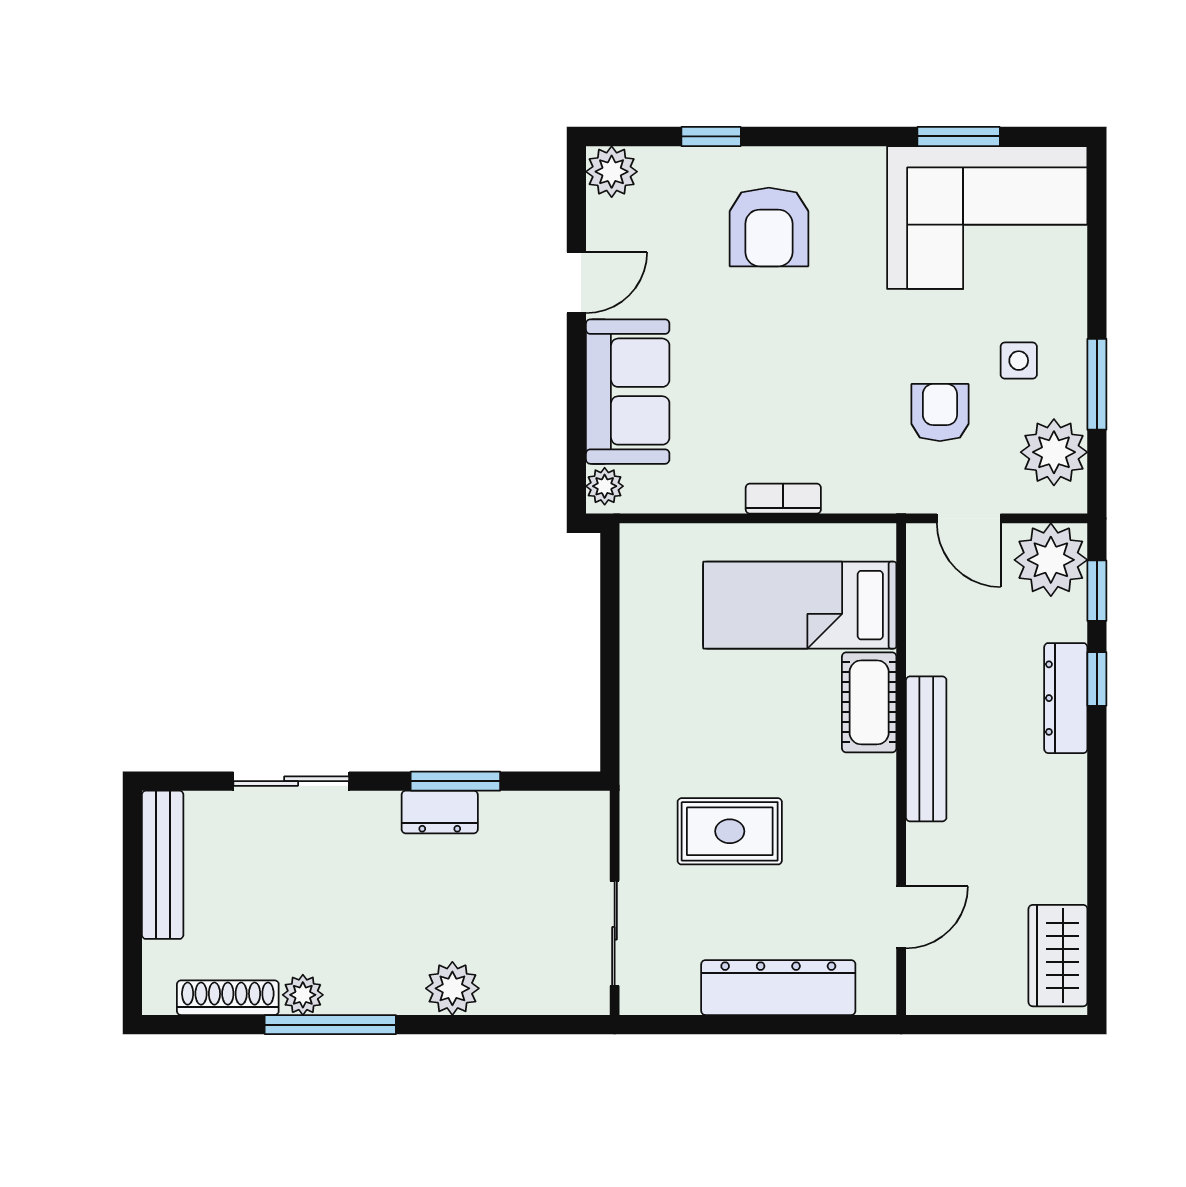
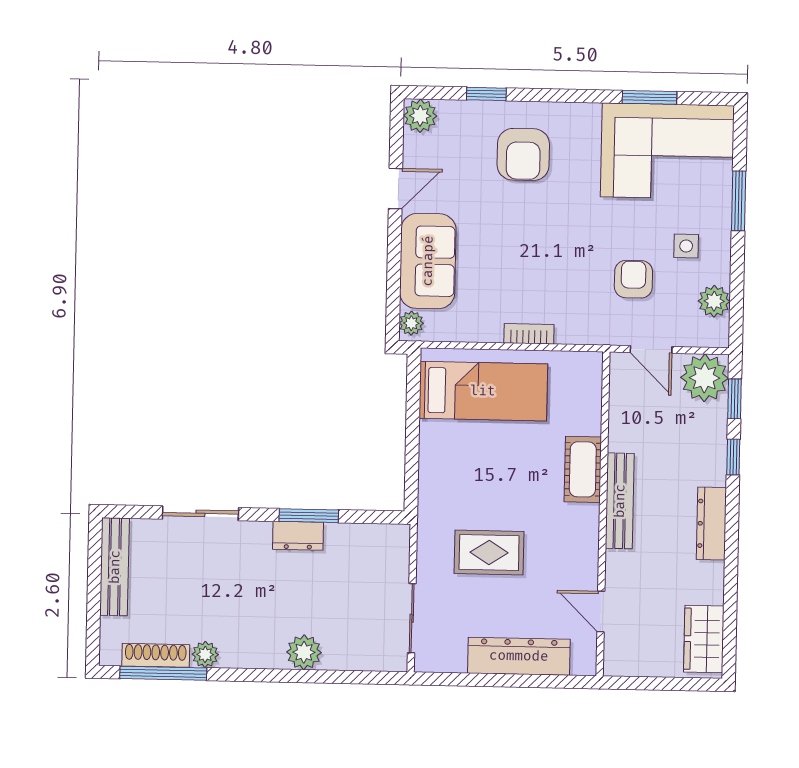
window: (1097, 384) -> (739, 201), moved
plant: (1054, 452) -> (714, 301), width x0.73, depth x0.73
bed: (800, 605) -> (483, 391), moved, turned 180
dresser: (1066, 698) -> (711, 524), moved
door: (901, 917) -> (601, 612), swing flipped
window: (330, 1025) -> (163, 673), moved

